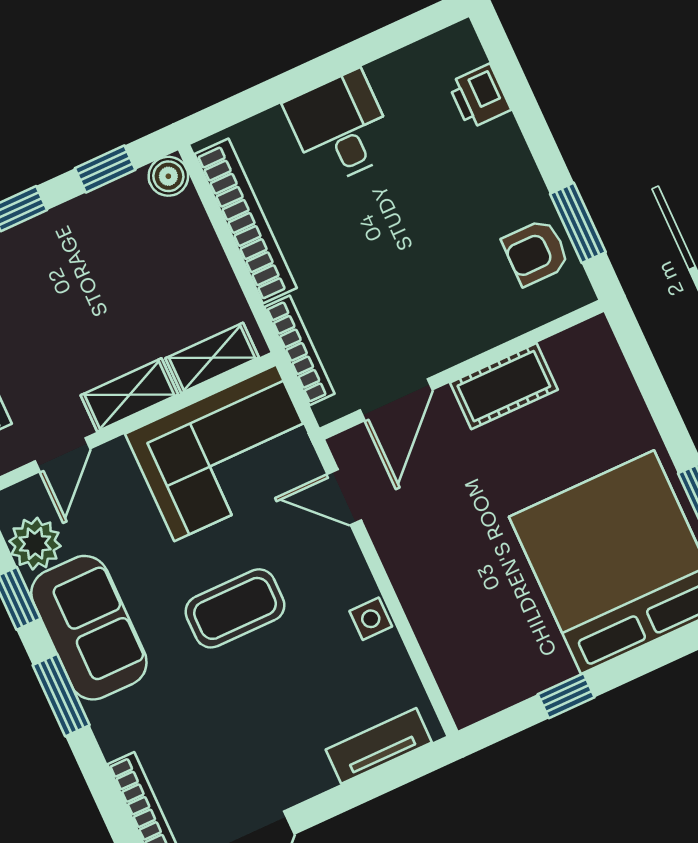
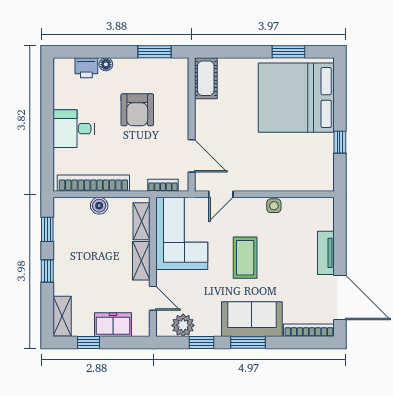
floor lamp: (505, 134) -> (106, 64), added
boiler: (168, 176) -> (99, 206), moved
armchair: (536, 252) -> (137, 110), moved, width x1.38, depth x1.38
bookcase: (300, 350) -> (163, 185), width x0.64
cot: (504, 386) -> (206, 78), moved
sofa: (89, 628) -> (252, 319), moved
tv unit: (379, 746) -> (326, 253), moved

